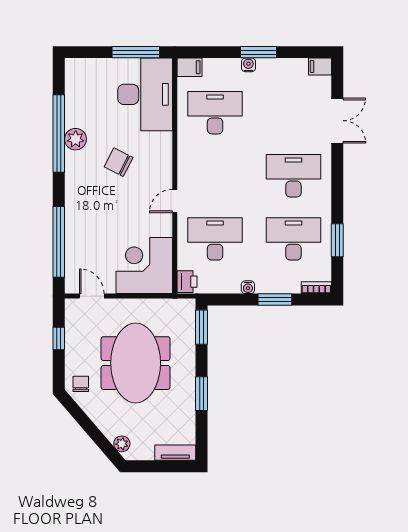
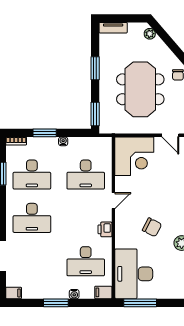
water cooler: (248, 65) -> (74, 294), moved
printer: (187, 282) -> (105, 229), moved

